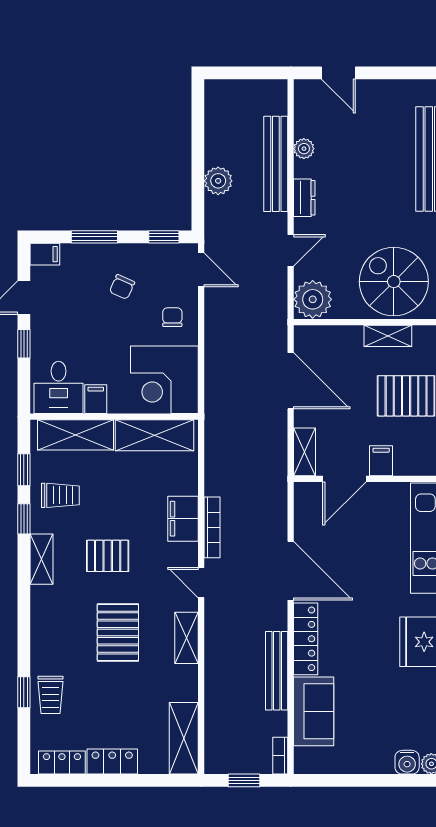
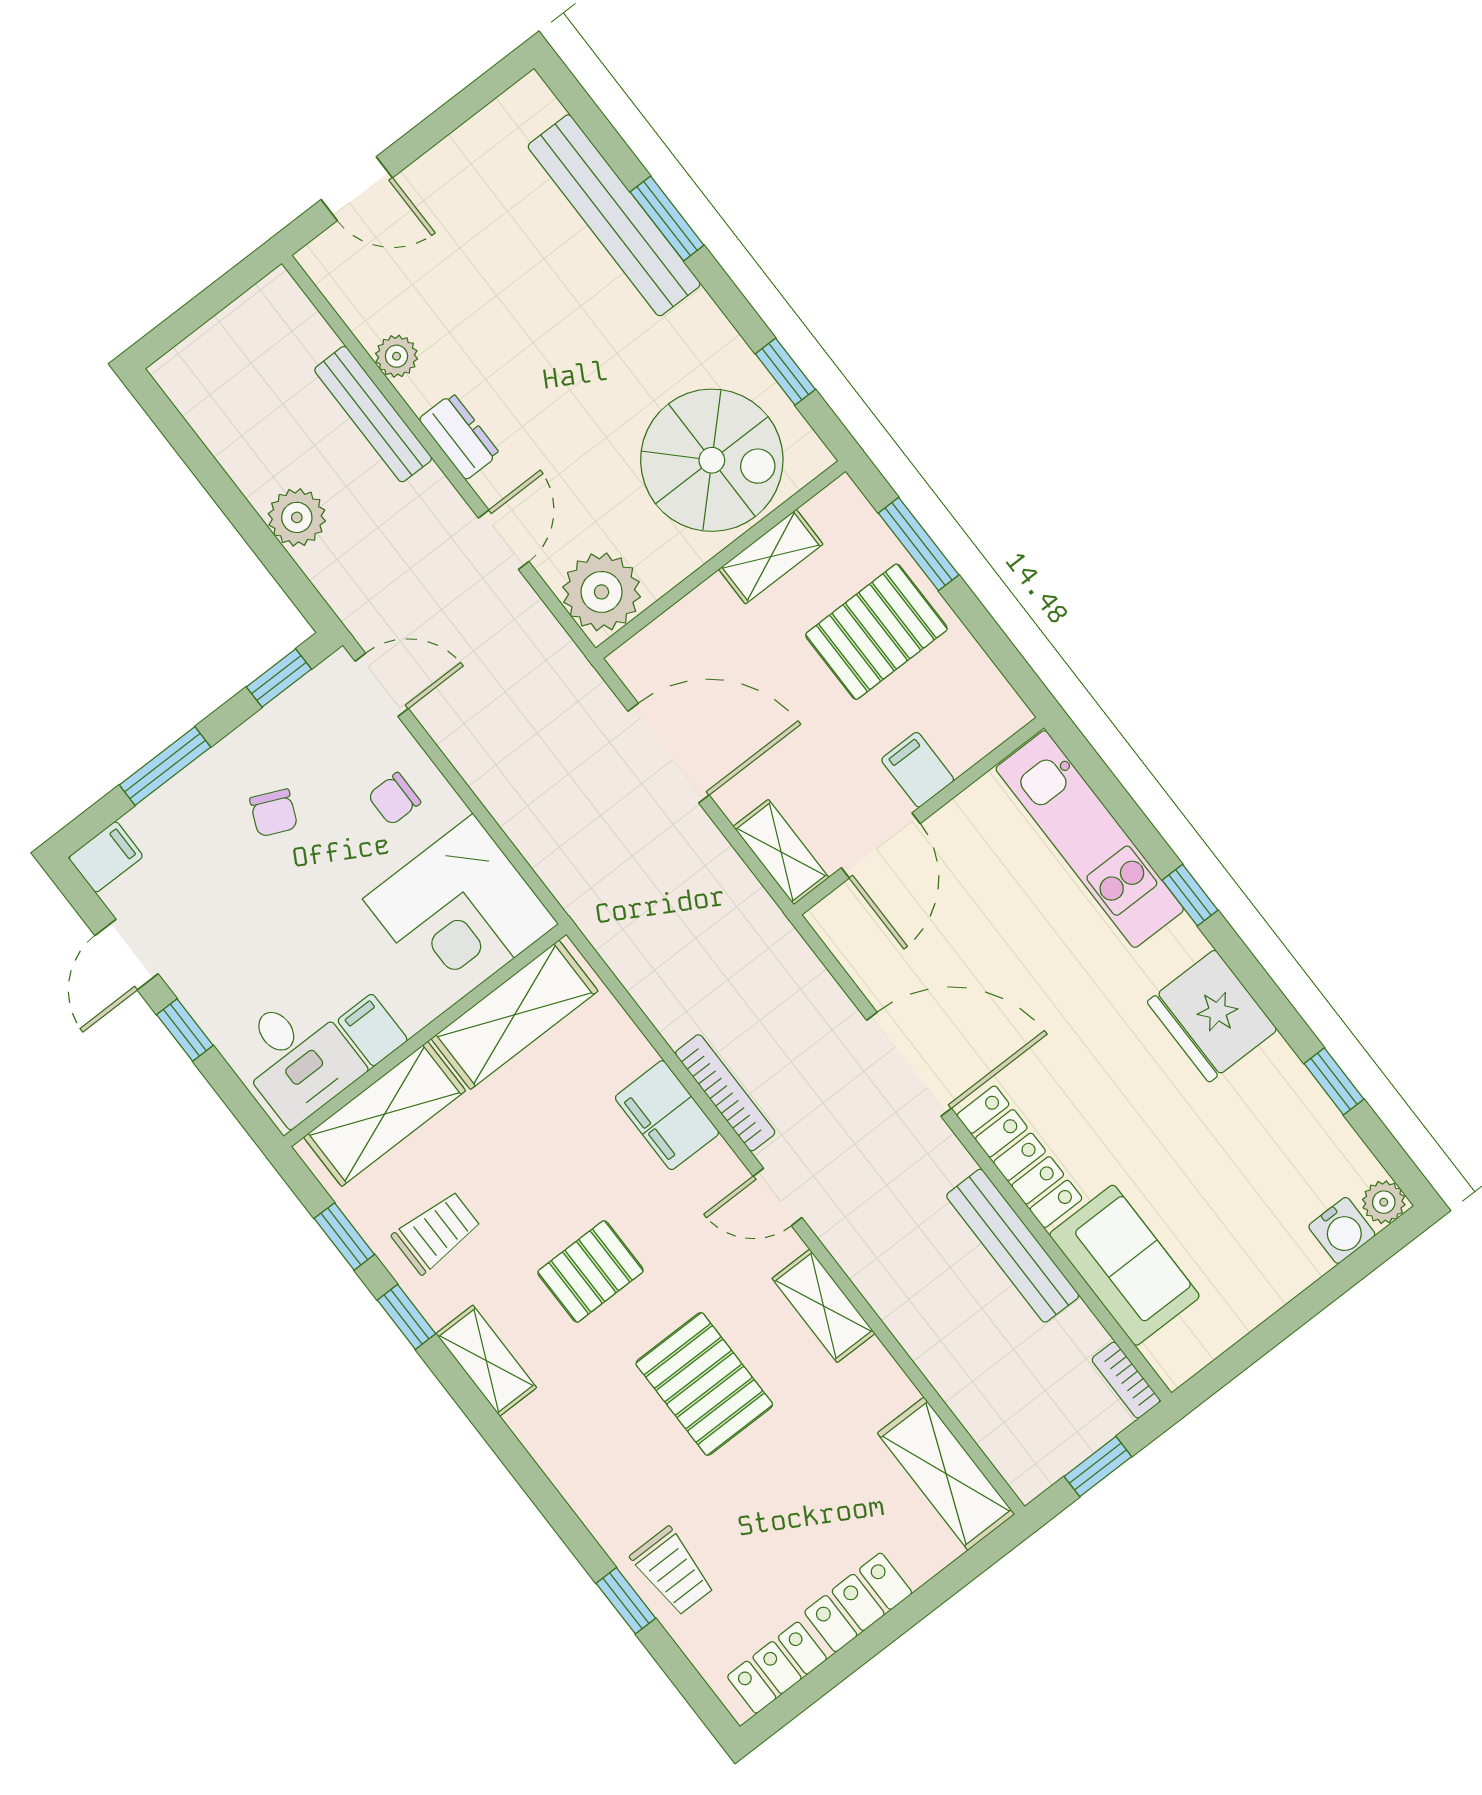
bench: (276, 164) -> (373, 414), width x0.73, depth x0.82
spiral stairs: (394, 282) -> (712, 460), turned 180
chair: (172, 317) -> (394, 799), turned -90

